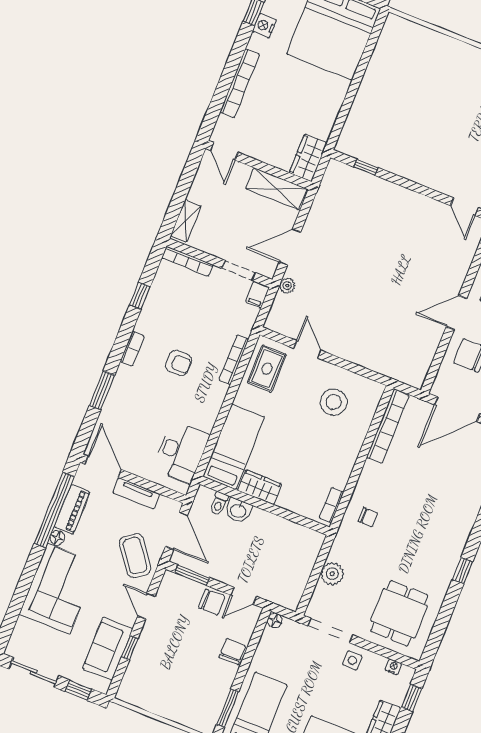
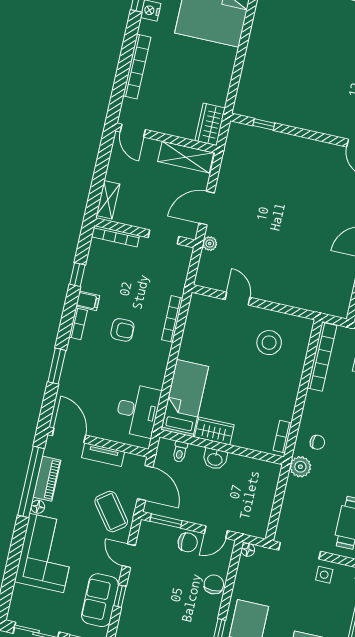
filing cabinet: (257, 295) -> (88, 301), moved, turned -90
rug: (267, 369) -> (203, 322), removed
washbasin: (238, 510) -> (215, 459), moved
plant: (332, 574) -> (300, 467), moved

